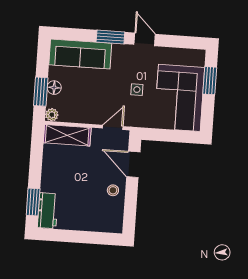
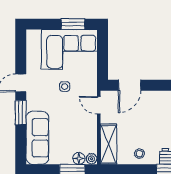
window: (210, 81) -> (73, 24), moved
floor lamp: (54, 88) -> (79, 158), moved
stool: (113, 190) -> (139, 154), moved

